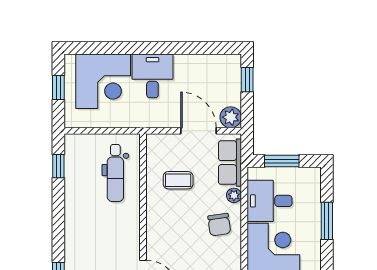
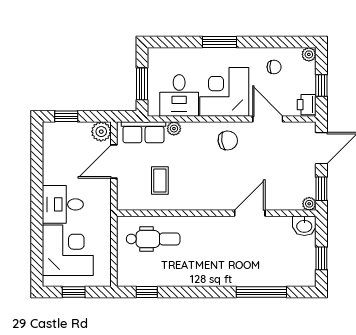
window: (327, 221) -> (220, 42), moved
chair: (219, 225) -> (228, 140), moved

